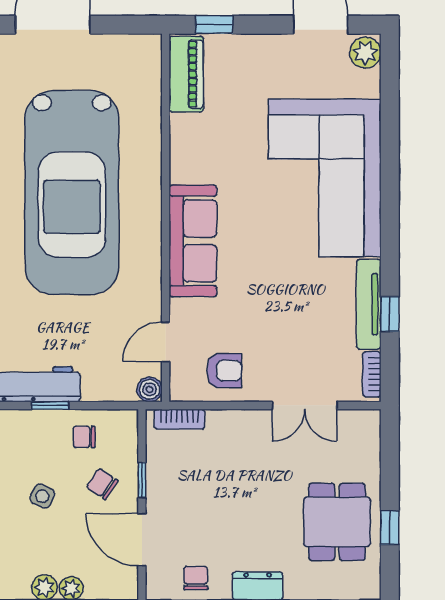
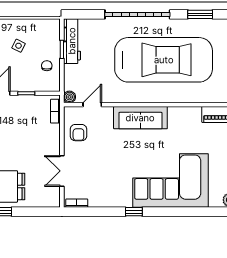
car: (72, 192) -> (164, 60), turned 180
tv unit: (369, 304) -> (110, 202), removed
window: (390, 314) -> (134, 212), moved
door: (166, 342) -> (92, 105), hinge flipped
chair: (102, 484) -> (24, 74), removed

